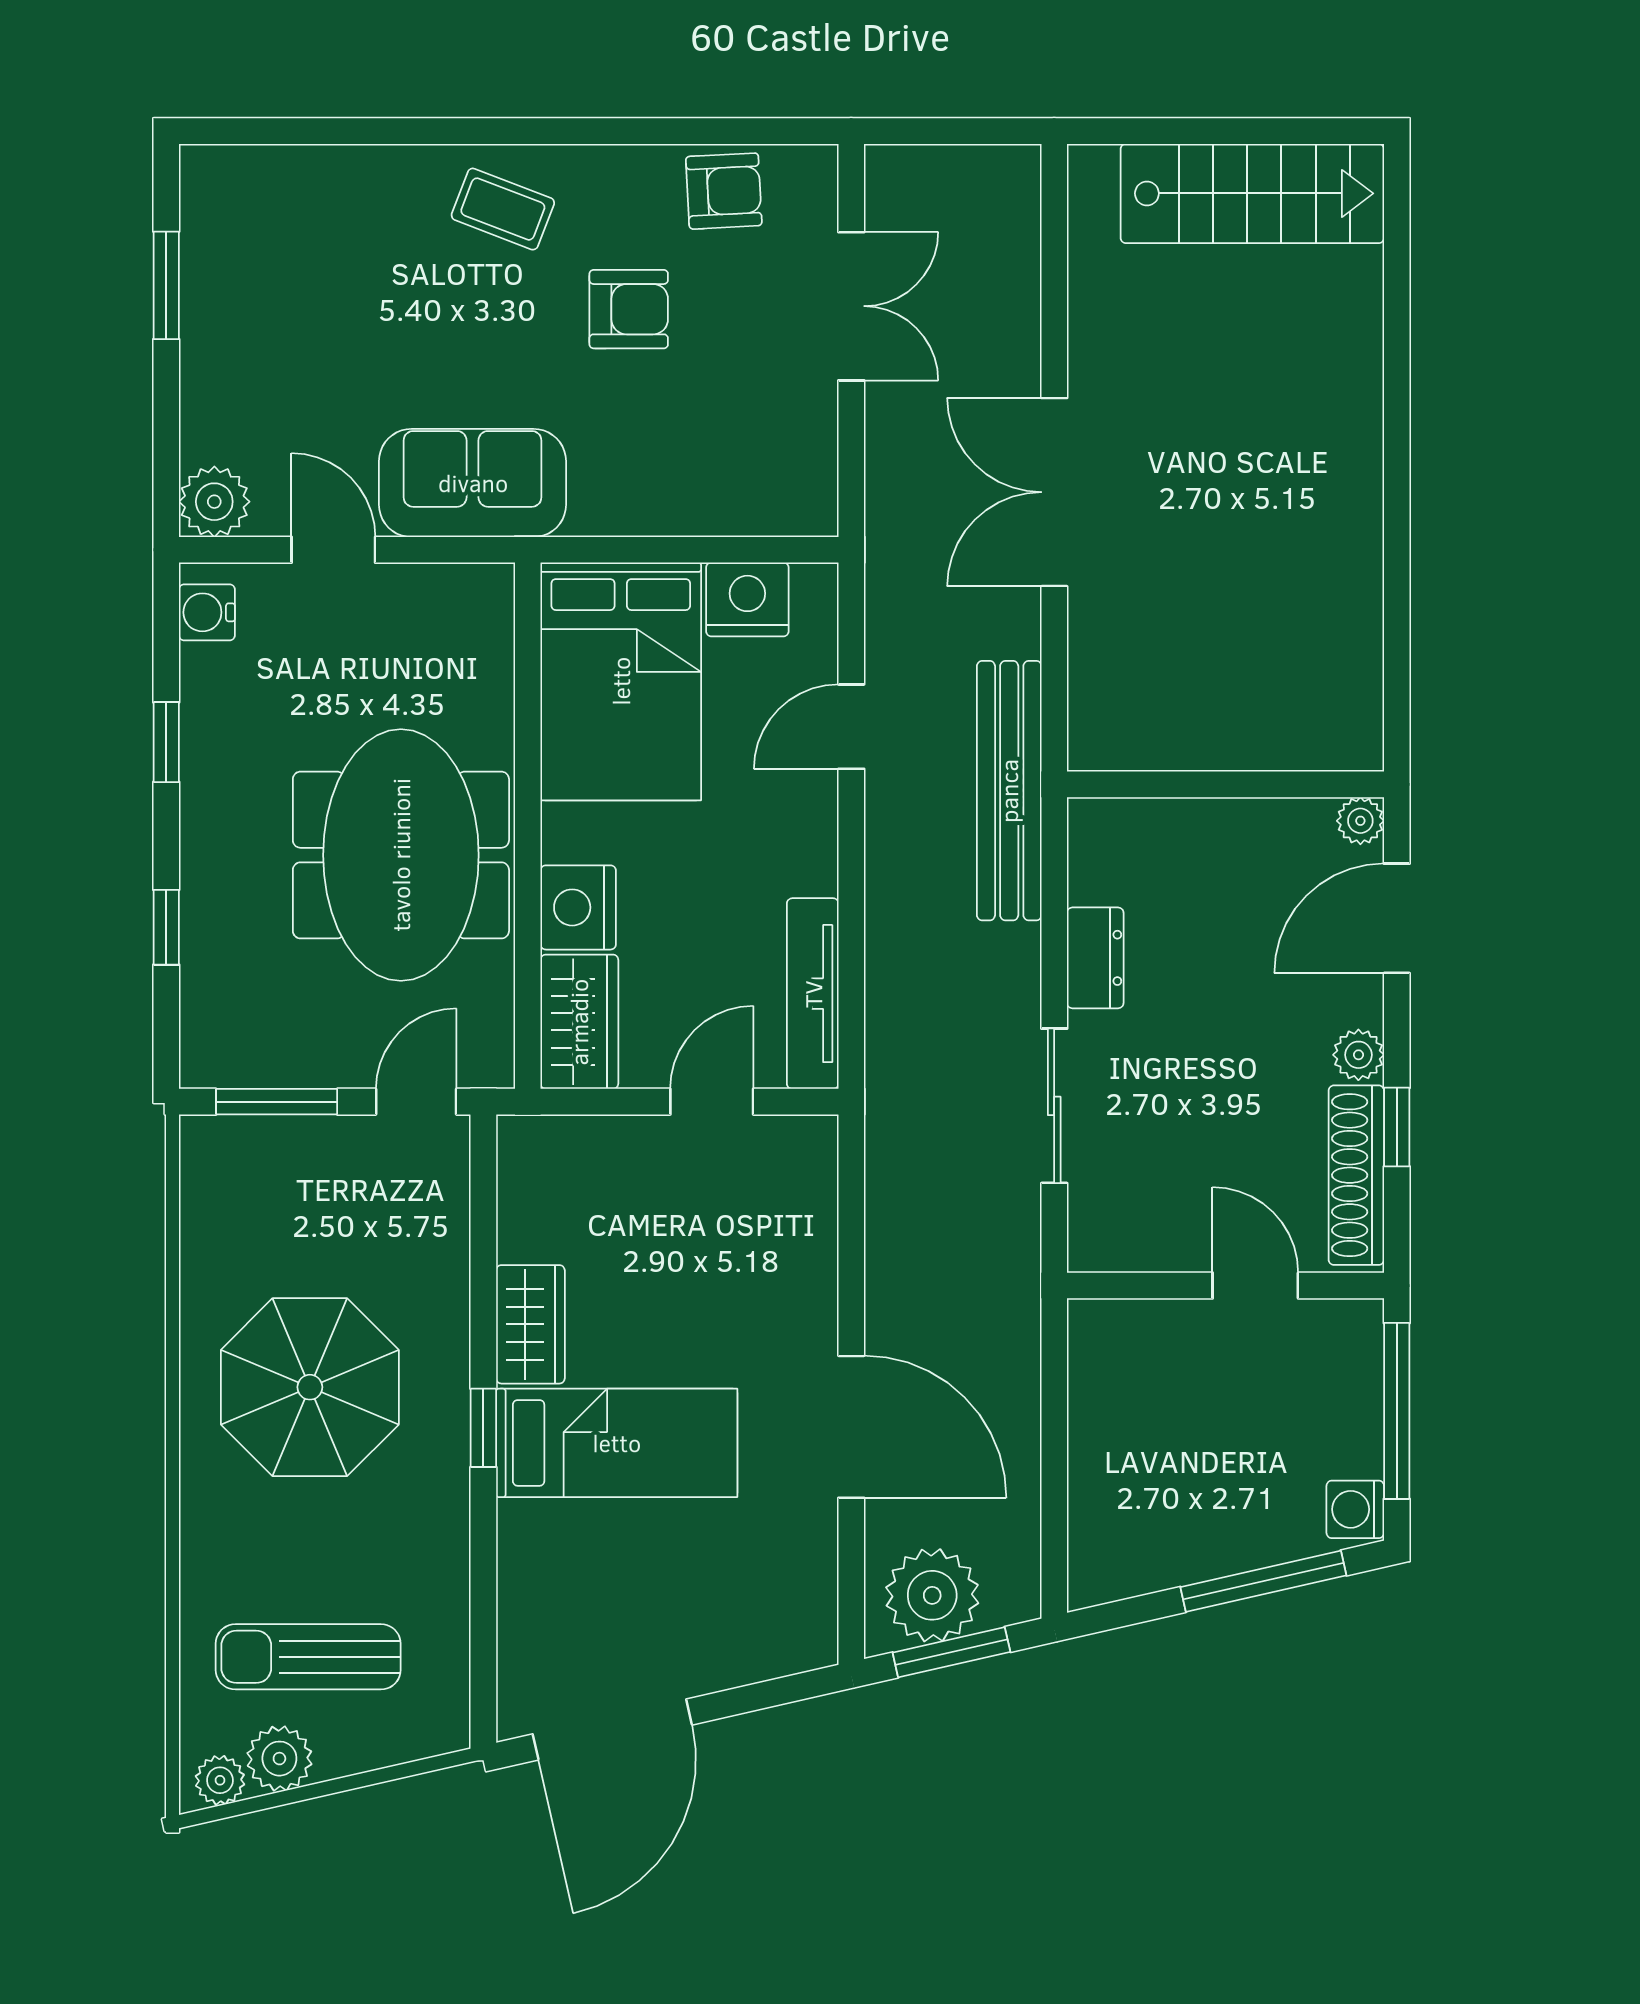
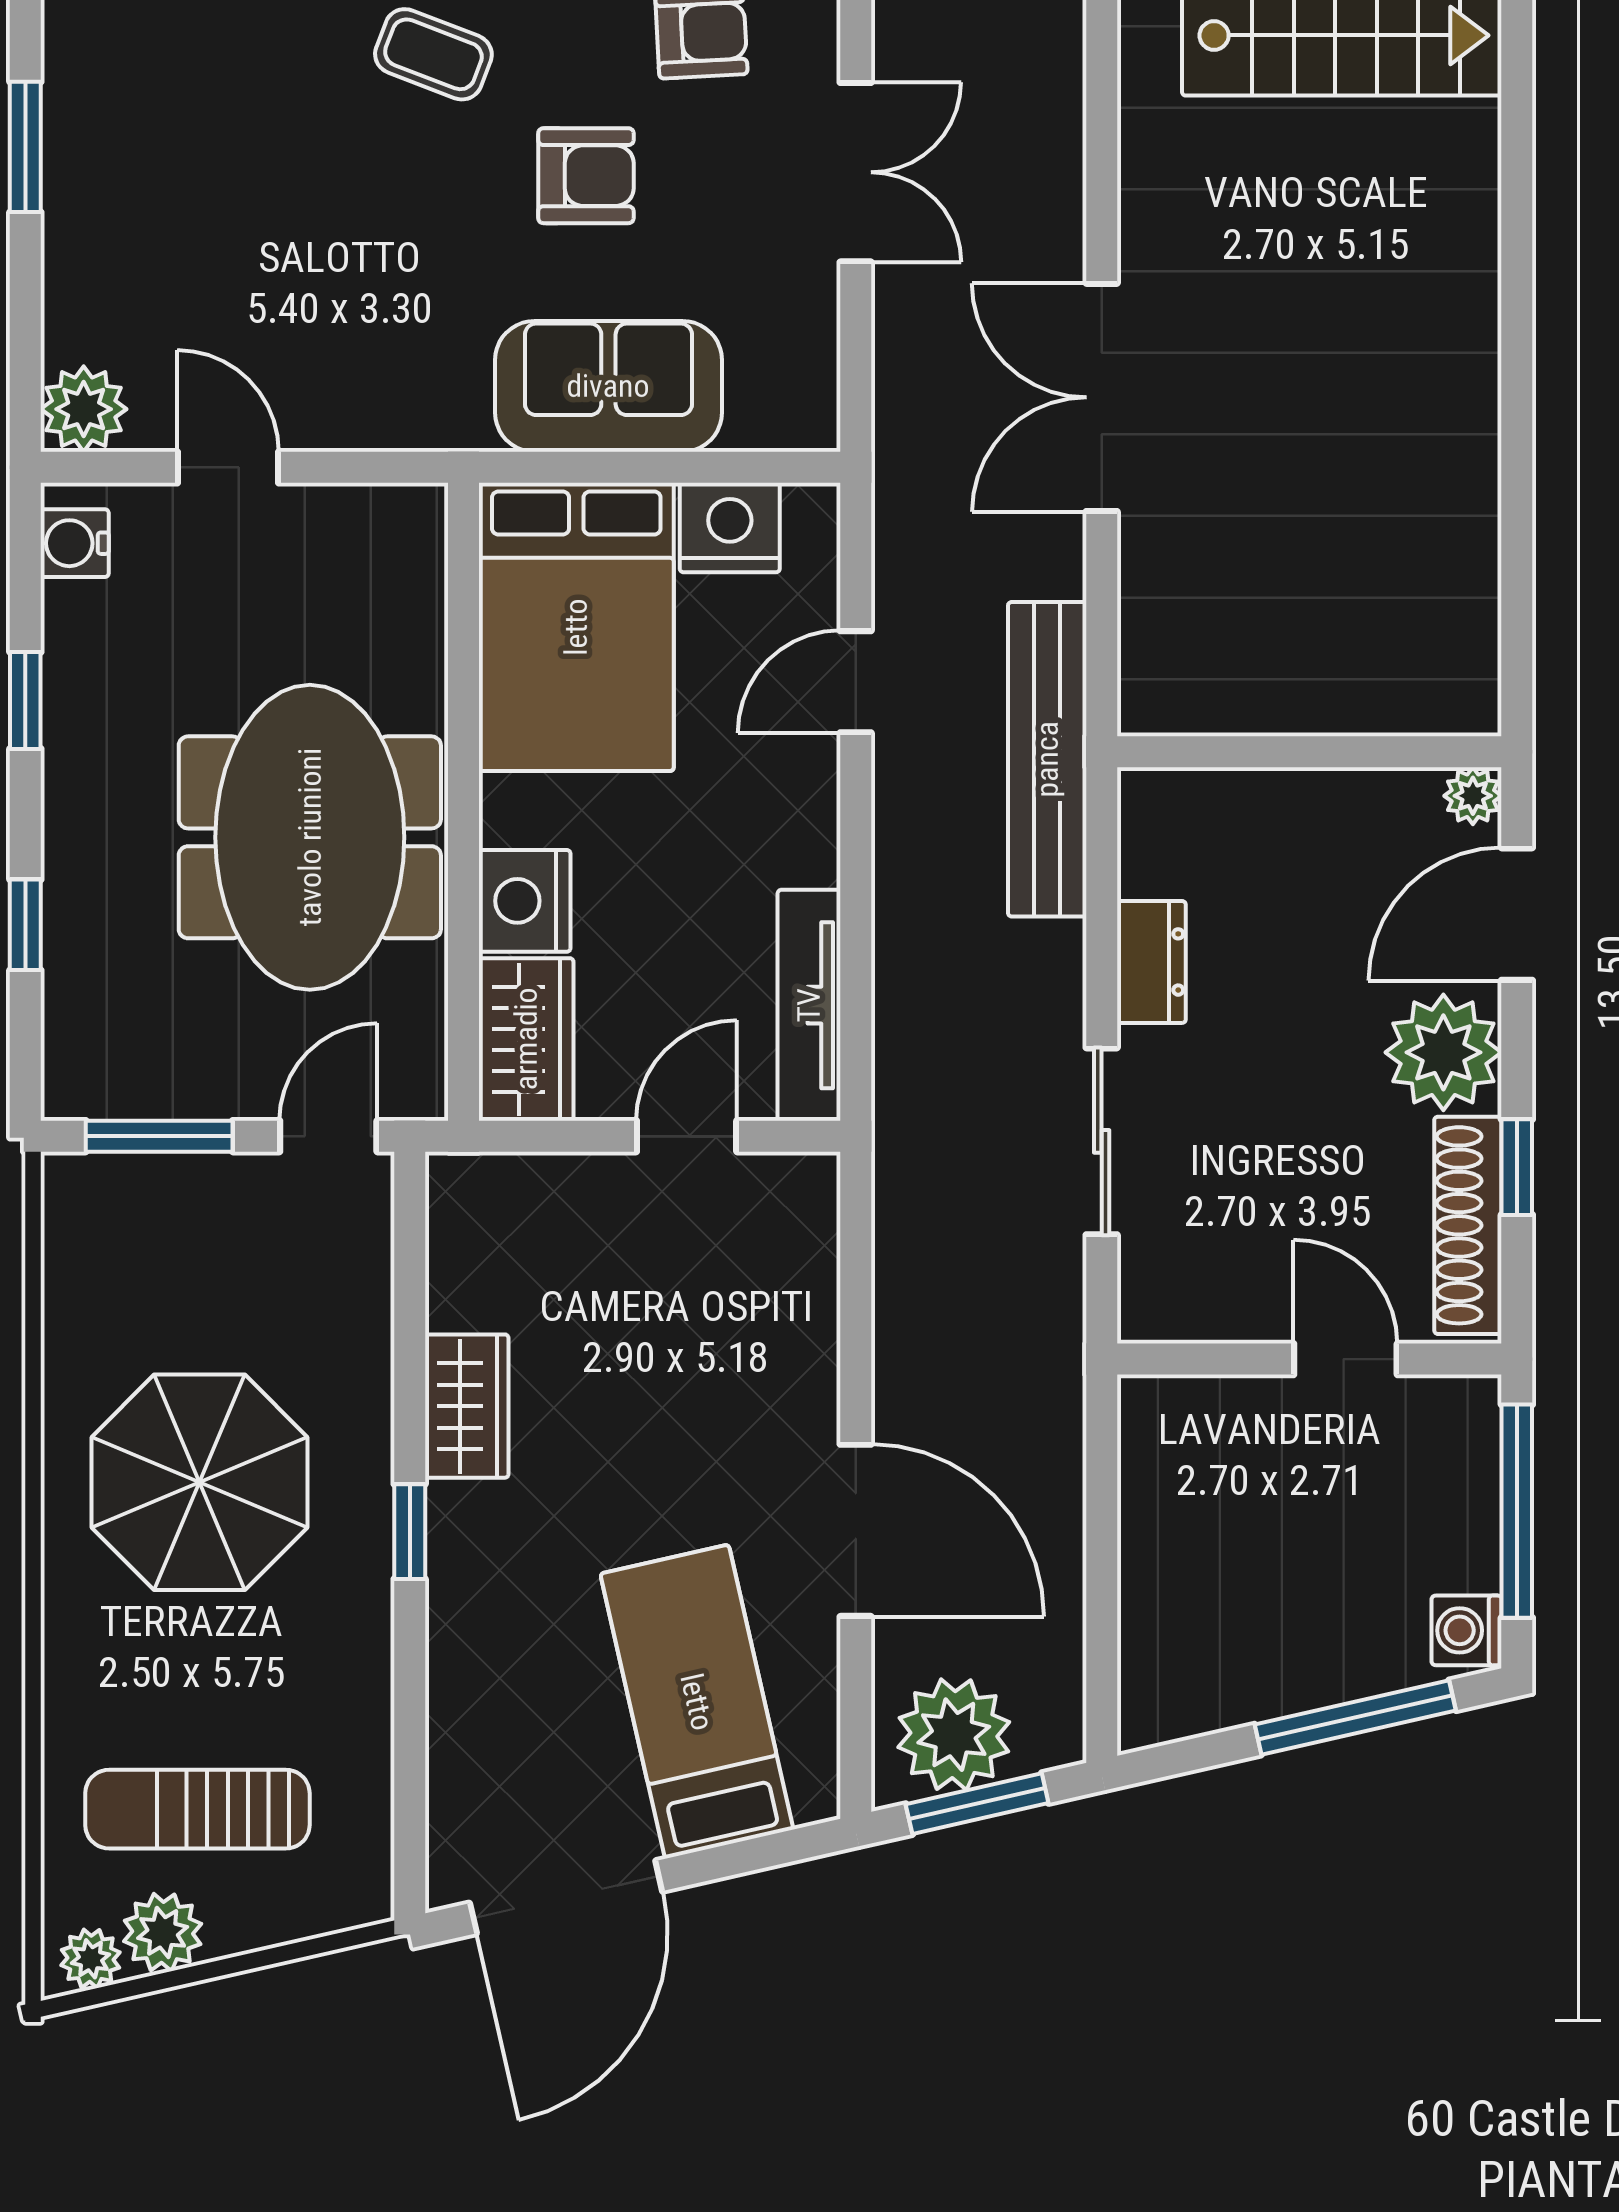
sofa: (473, 483) -> (608, 386), moved
plant: (1358, 1055) -> (1443, 1052), width x1.88, depth x1.88
bed: (617, 1443) -> (697, 1702), moved, turned -103

